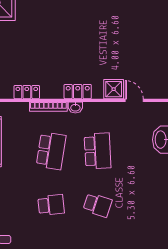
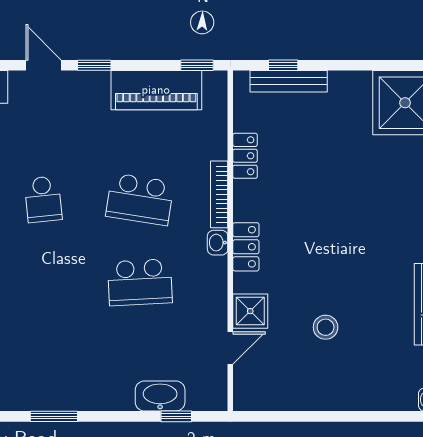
stool: (123, 47) -> (326, 327), added
school desk: (98, 205) -> (43, 282), removed

